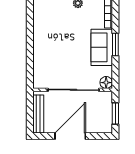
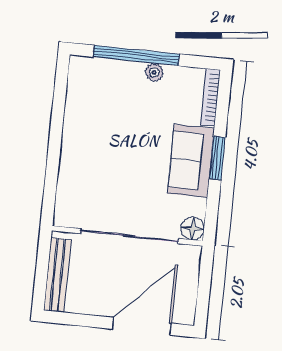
window: (115, 114) -> (204, 289), removed
door: (70, 136) -> (142, 326), moved

